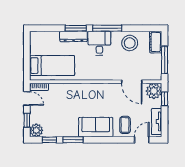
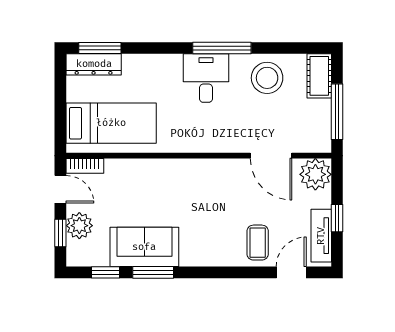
window: (76, 28) -> (100, 48), moved
dresser: (74, 36) -> (94, 64), moved
window: (165, 99) -> (337, 218), moved
sofa: (96, 127) -> (144, 247), moved
plant: (36, 130) -> (79, 226), moved

